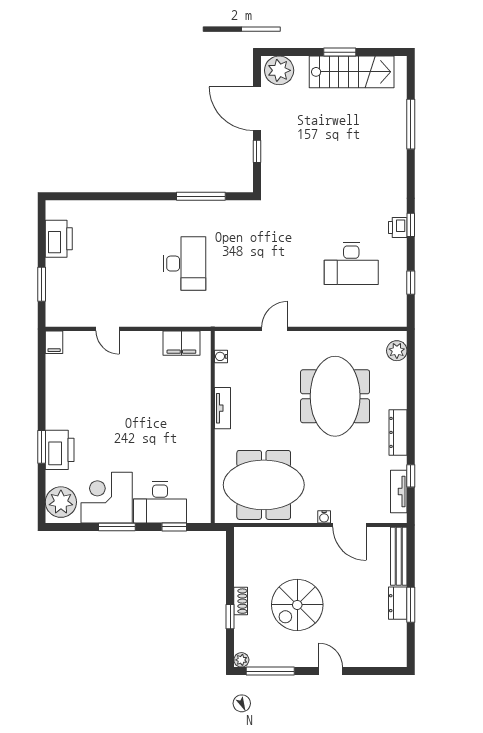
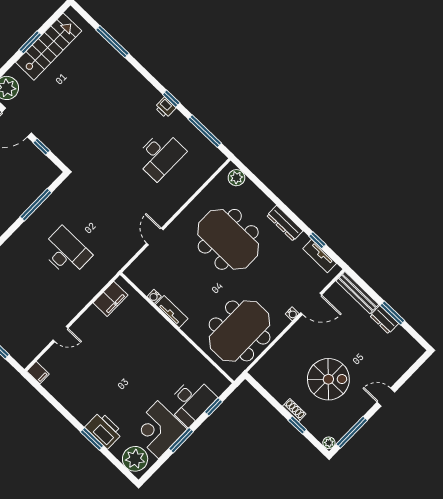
window: (411, 283) -> (205, 131), width x2.17
water cooler: (221, 356) -> (154, 296), moved
spiral stairs: (297, 605) -> (328, 379), turned -90

